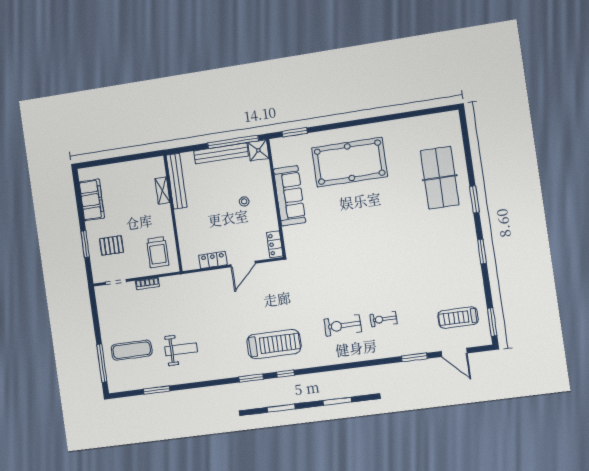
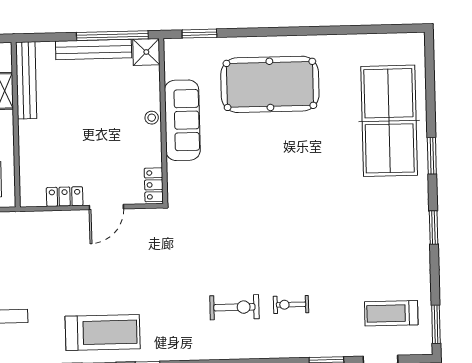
table tennis table: (440, 178) -> (389, 121), width x1.36, depth x1.32
stool: (244, 201) -> (152, 118), moved
exercise bike: (343, 325) -> (234, 307), turned 180
treadmill: (274, 344) -> (103, 333), moved

